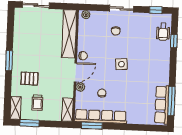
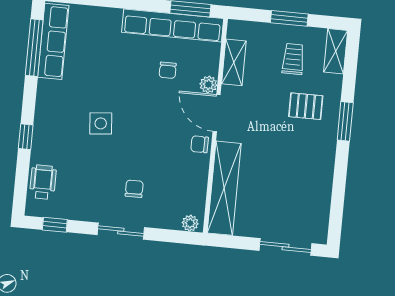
window: (174, 41) -> (26, 137), moved
window: (9, 61) -> (345, 121), moved
side table: (121, 64) -> (101, 123), moved
door: (75, 72) -> (217, 113), hinge flipped
shelving: (67, 110) -> (234, 62), moved
window: (30, 123) -> (289, 18), moved

